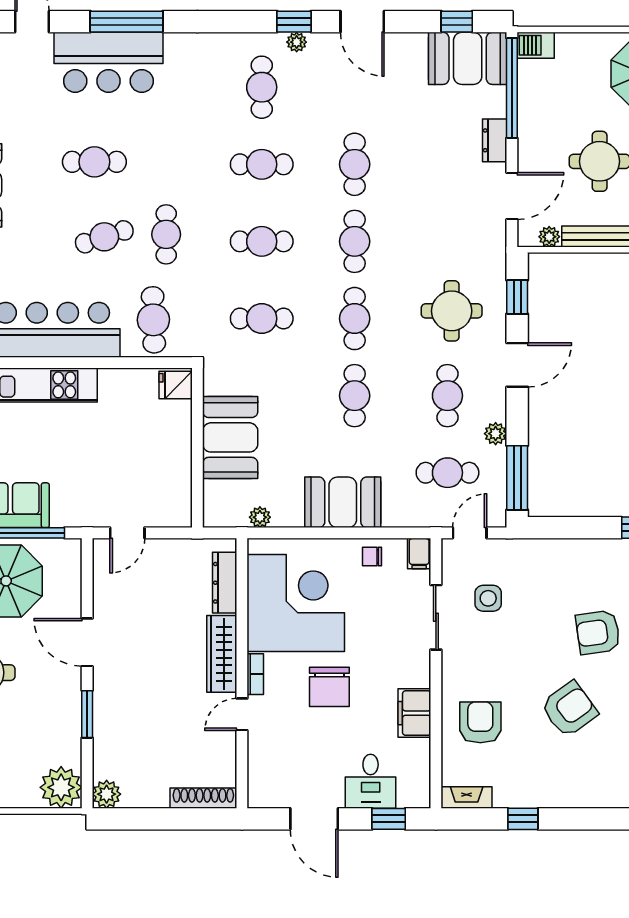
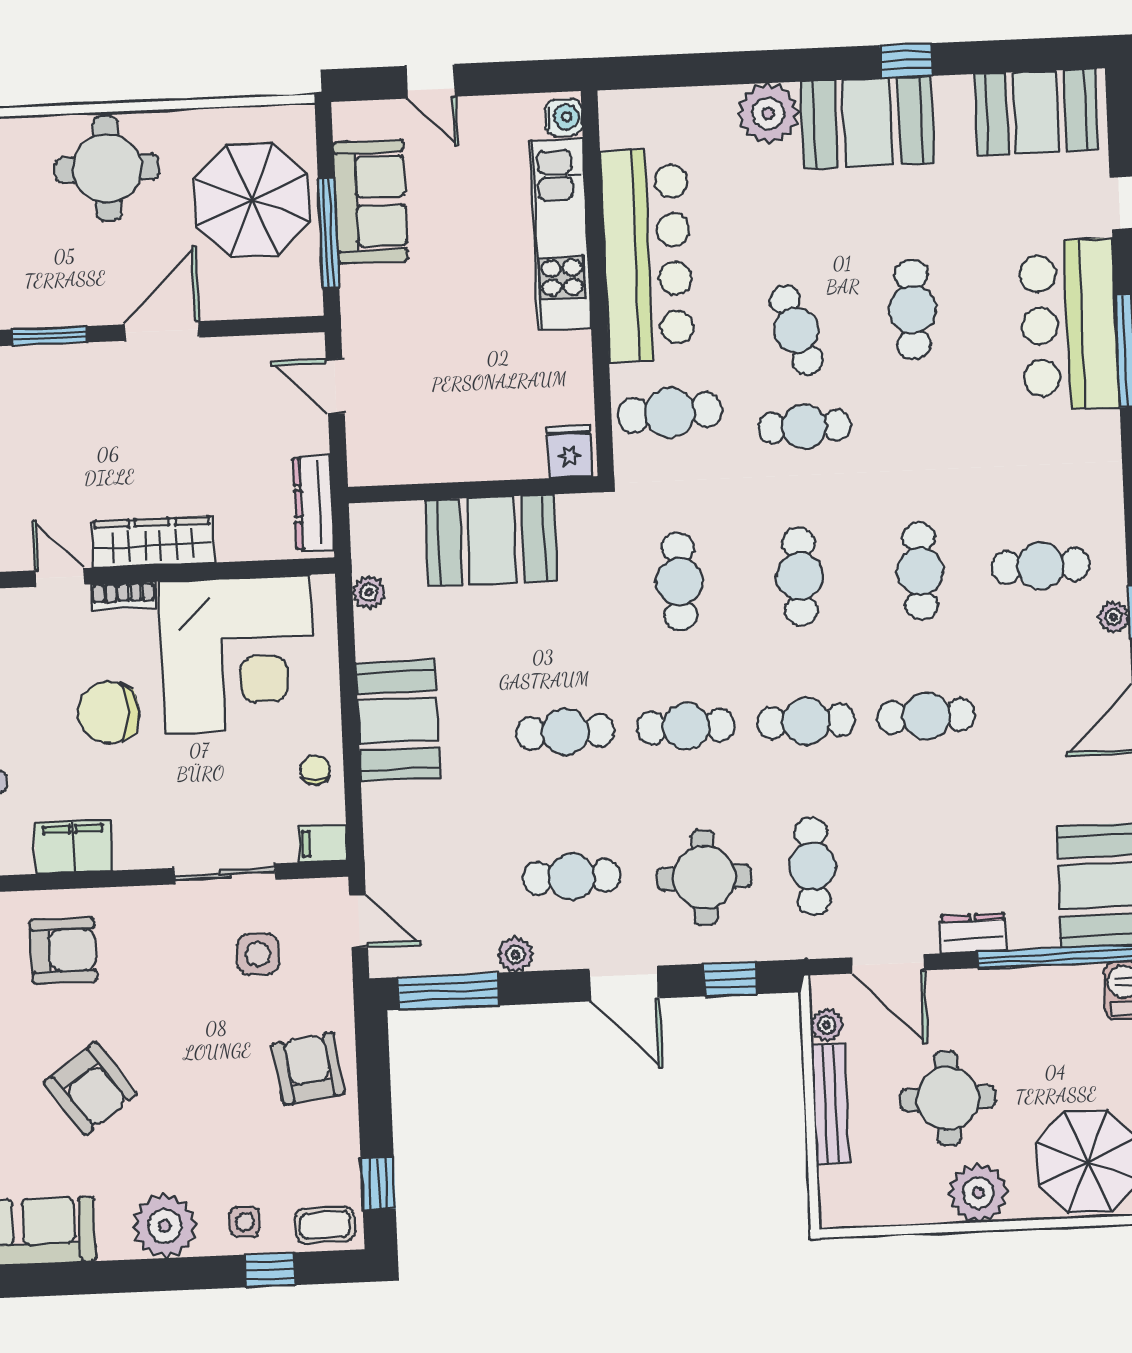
cafe table: (447, 473) -> (812, 866), moved
dresser: (225, 583) -> (313, 503), moved, turned -90
armchair: (598, 632) -> (309, 1069), moved

